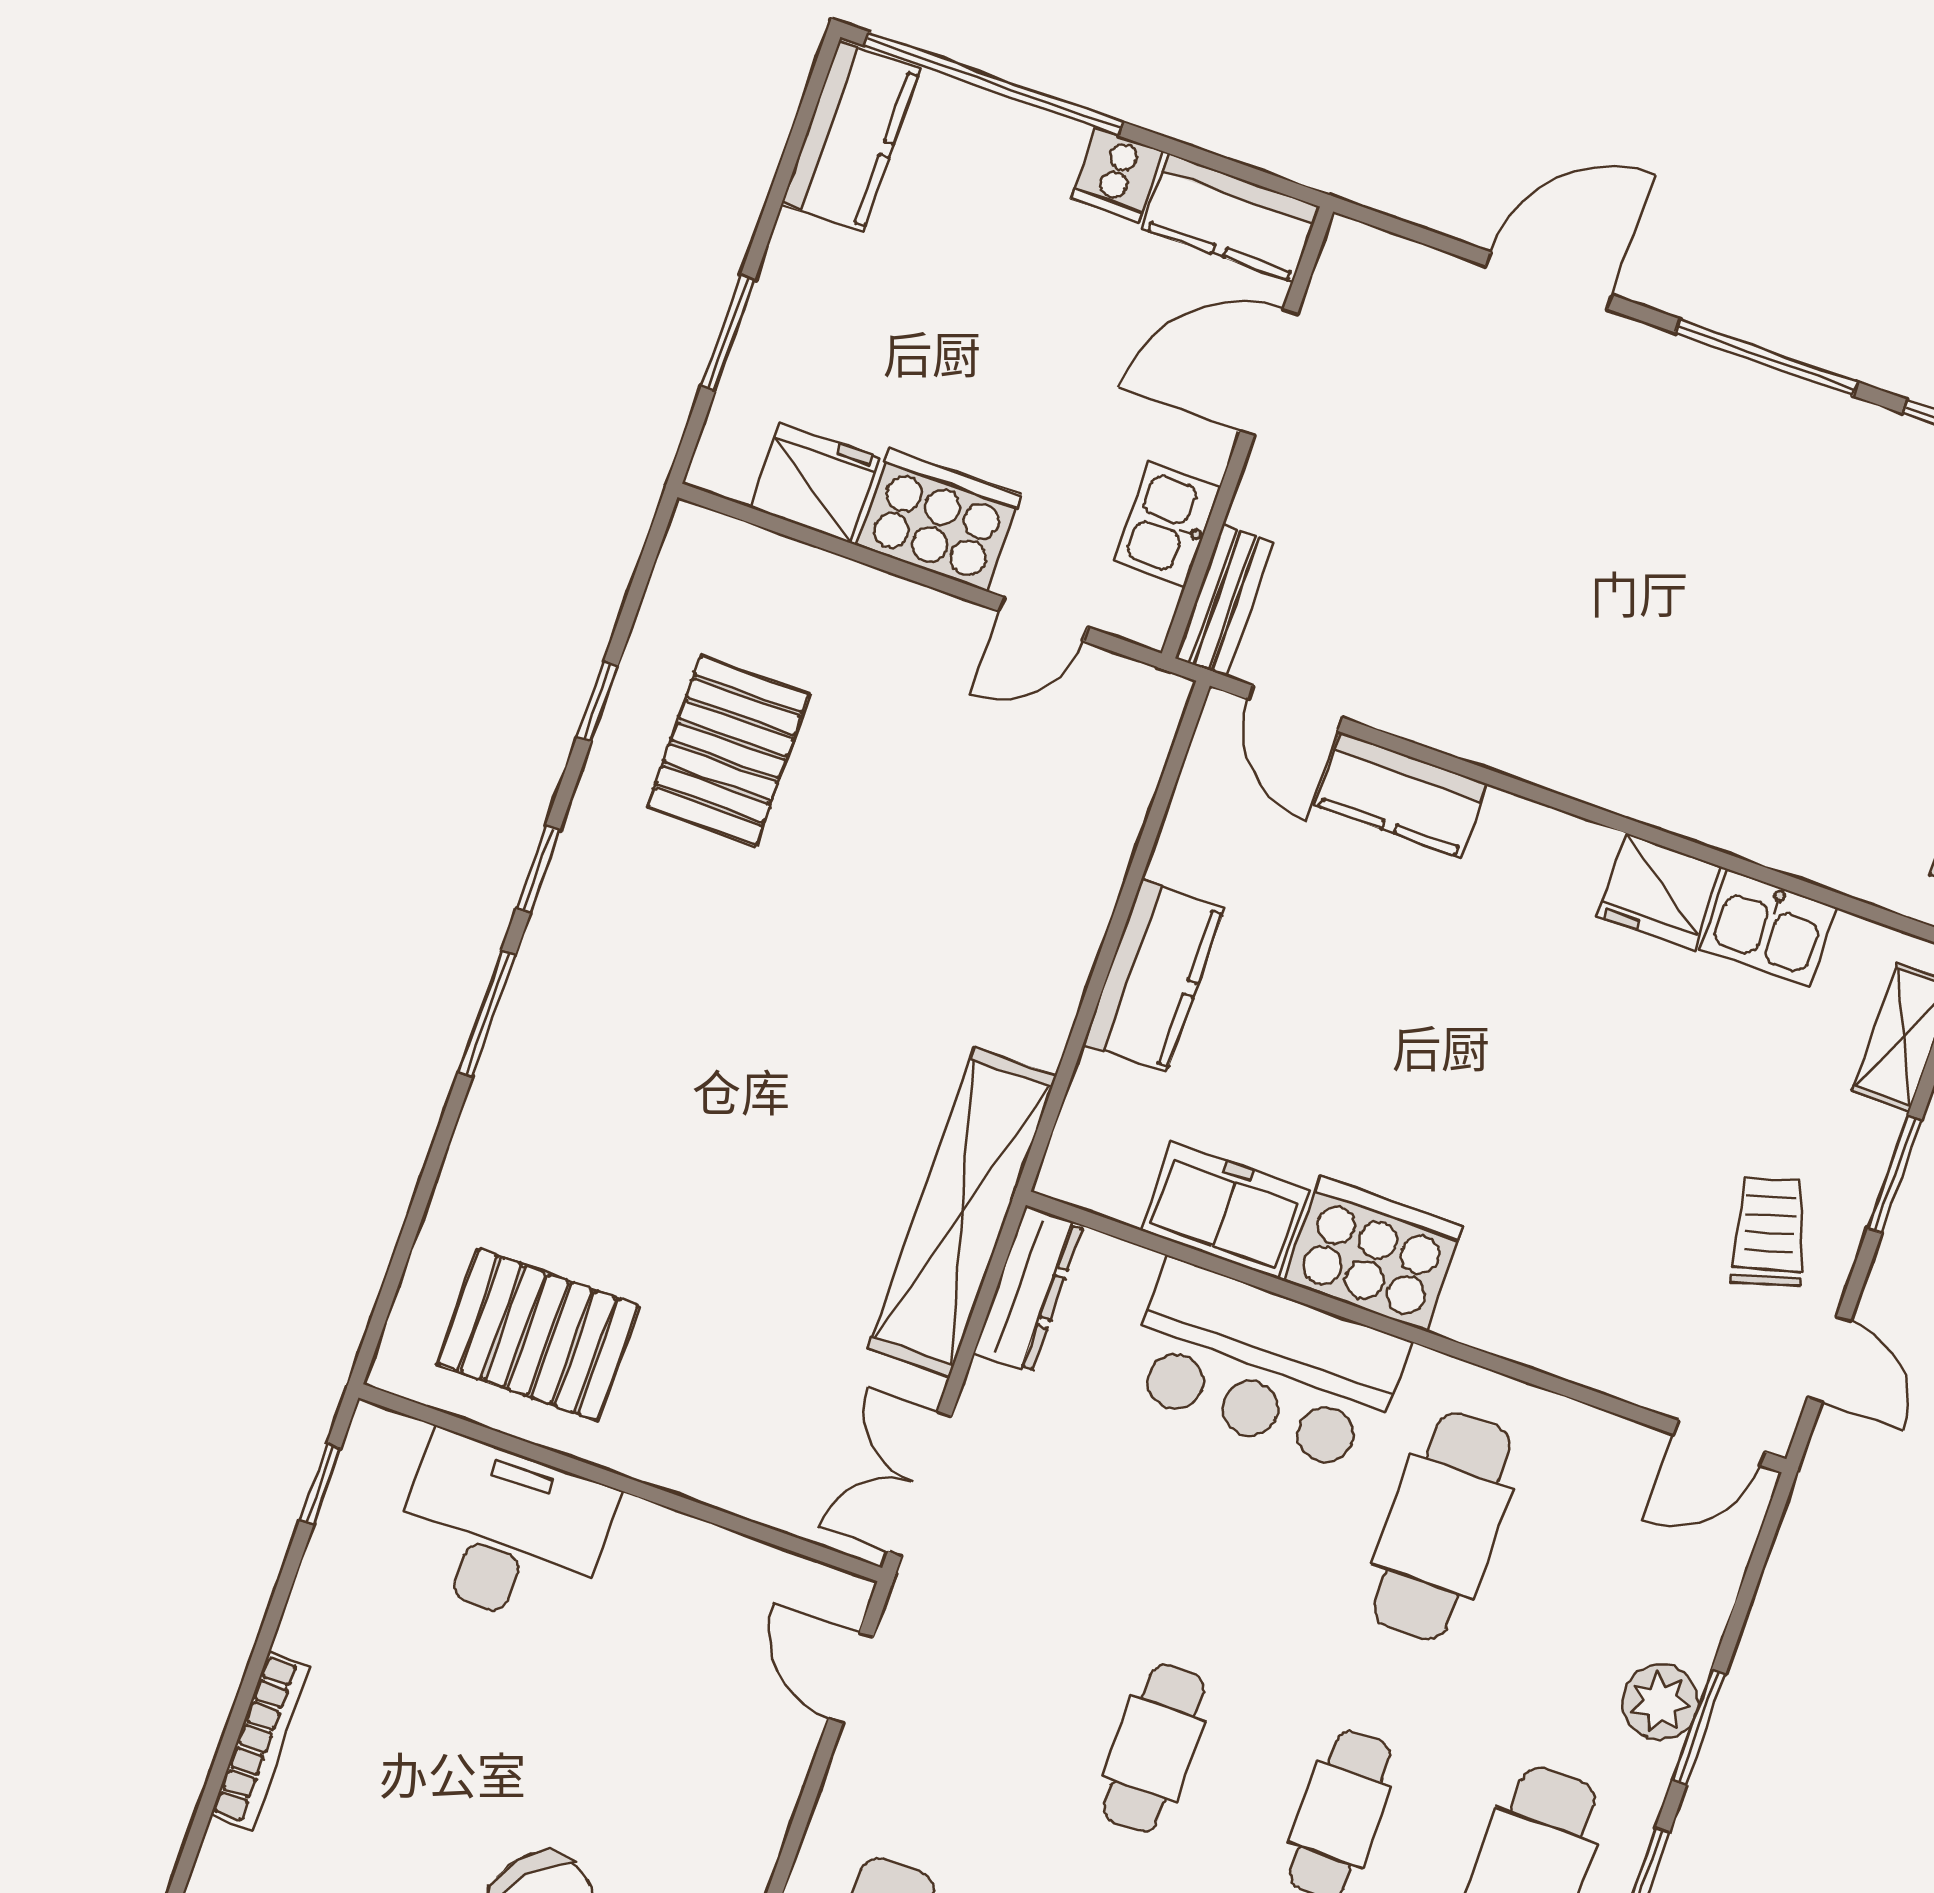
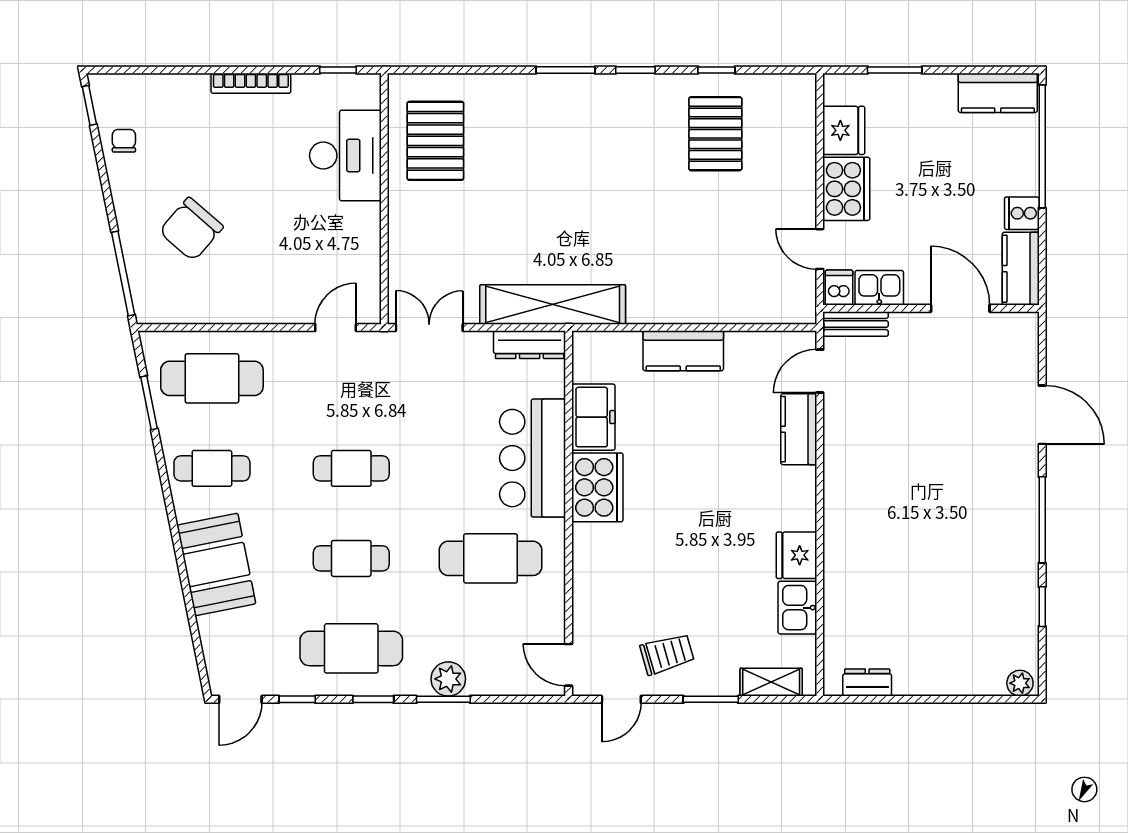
dishwasher: (1137, 607) -> (839, 288), added
pallet: (728, 751) -> (715, 134), turned 90
bookcase: (260, 1741) -> (251, 83), moved

